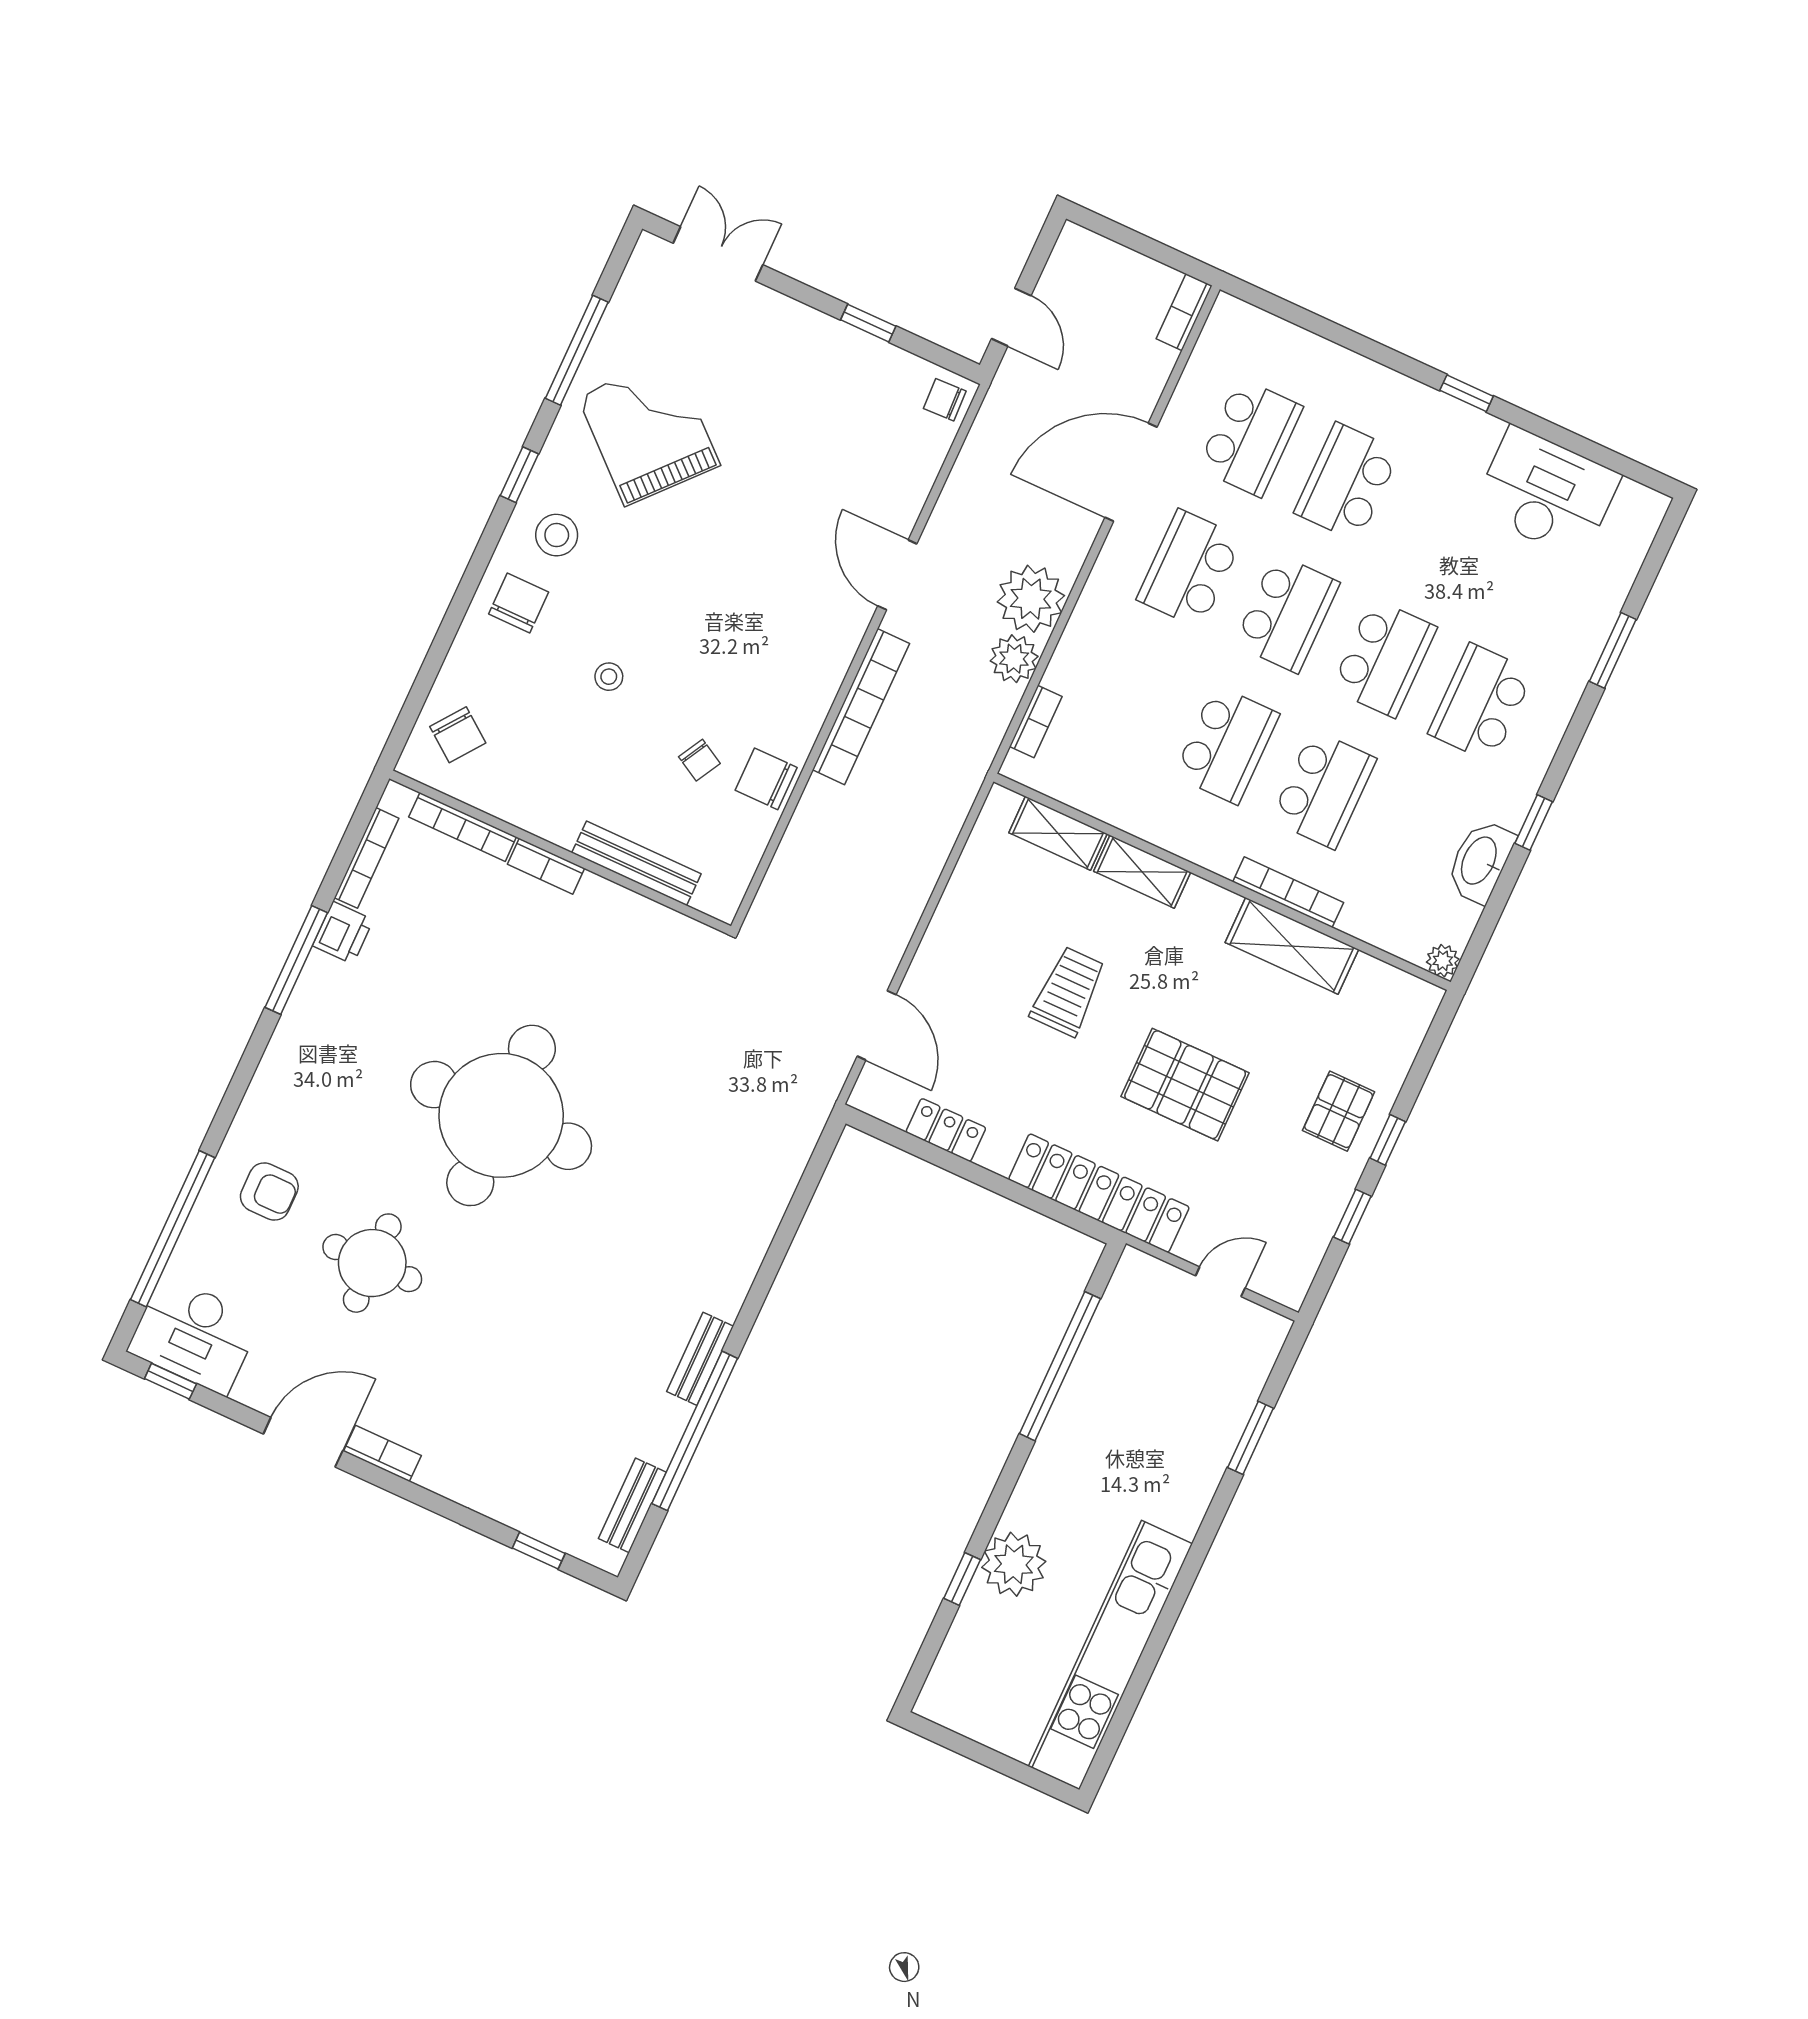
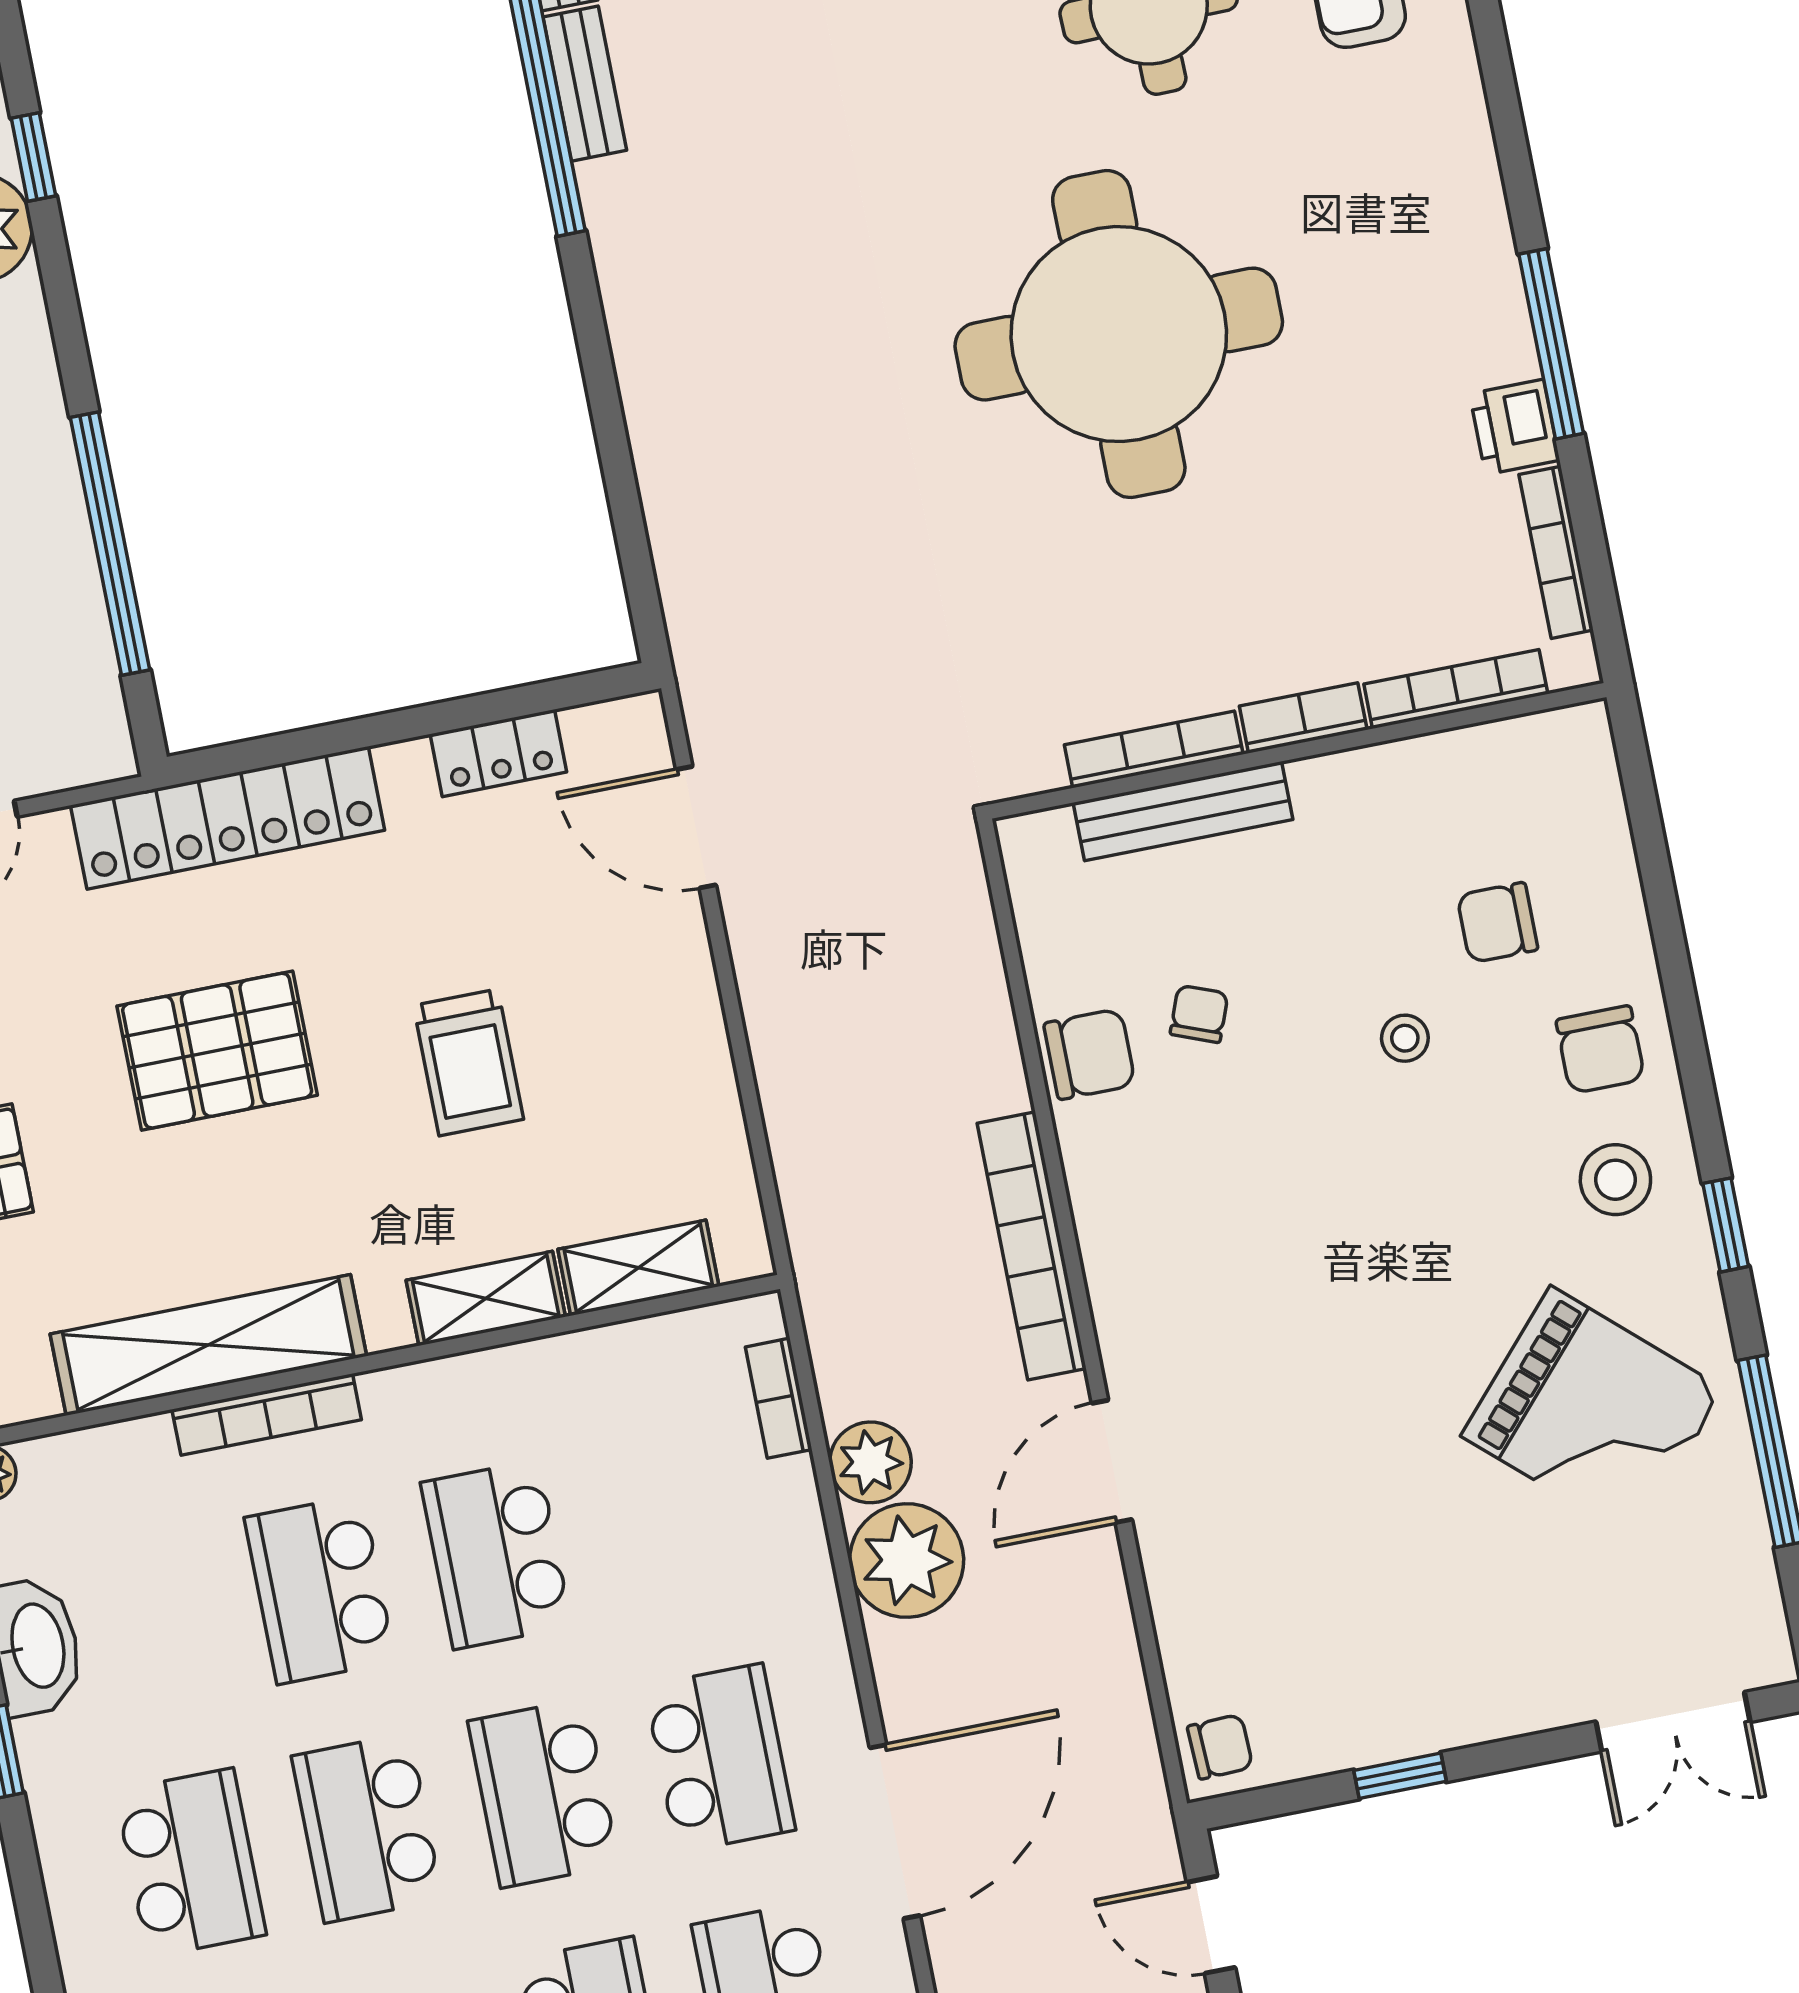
door: (897, 575) -> (1112, 1461), swing flipped
chair: (458, 735) -> (1497, 923), moved, turned -37
chair: (699, 760) -> (1199, 1014), turned 82
bookcase: (629, 903) -> (1154, 750), added
shelving: (1292, 946) -> (208, 1345), width x1.47
bench: (700, 1359) -> (585, 84), moved

